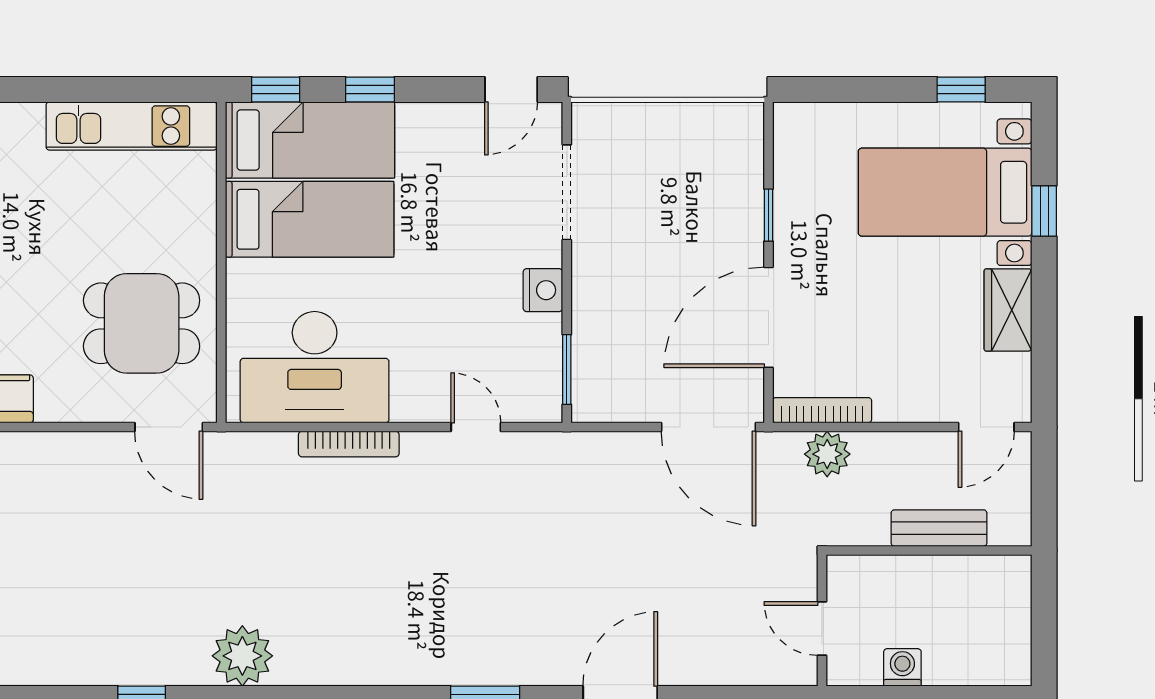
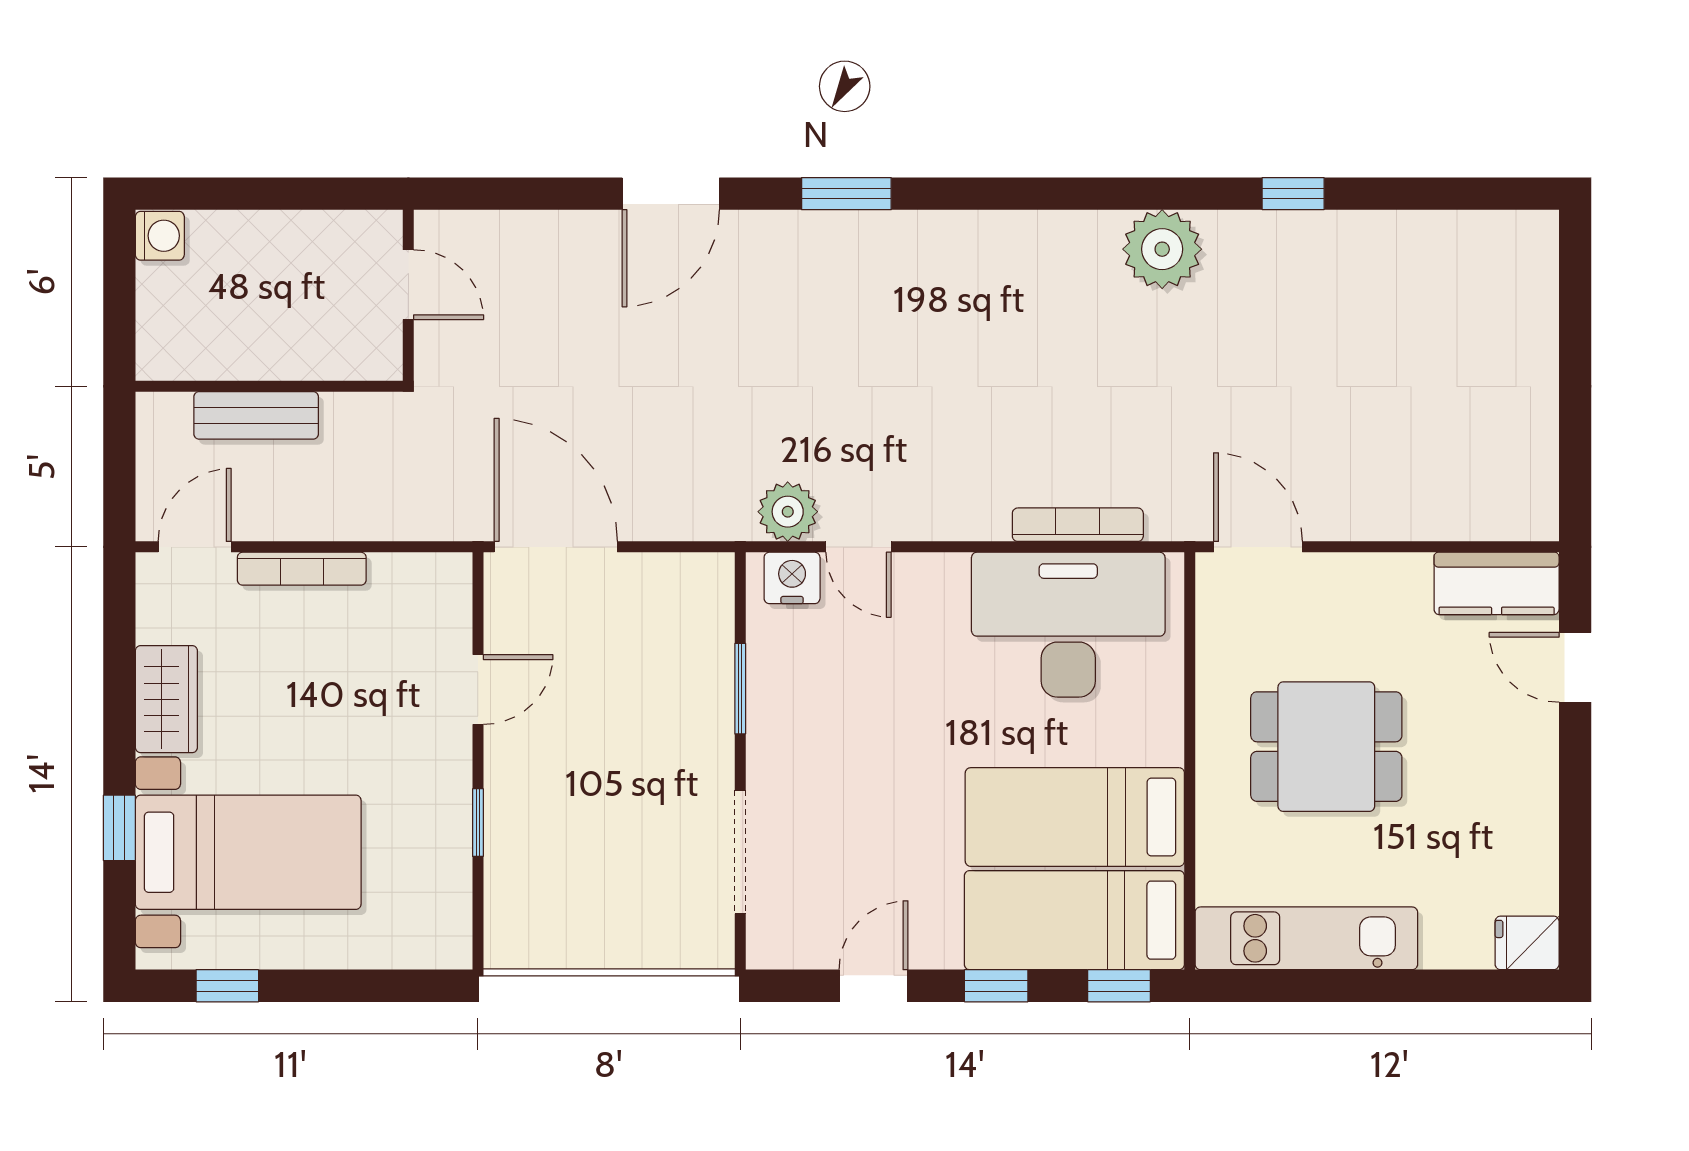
door: (511, 90) -> (873, 986), moved
nightstand: (543, 290) -> (792, 578), moved, turned 90
door: (768, 317) -> (478, 690), width x0.53
dining table: (142, 323) -> (1326, 747), moved
window: (567, 370) -> (740, 689), moved
bookcase: (822, 410) -> (302, 569), moved
bookcase: (349, 444) -> (1078, 525), moved
plant: (827, 454) -> (788, 512), moved
washing machine: (902, 667) -> (160, 236), moved, turned -90

